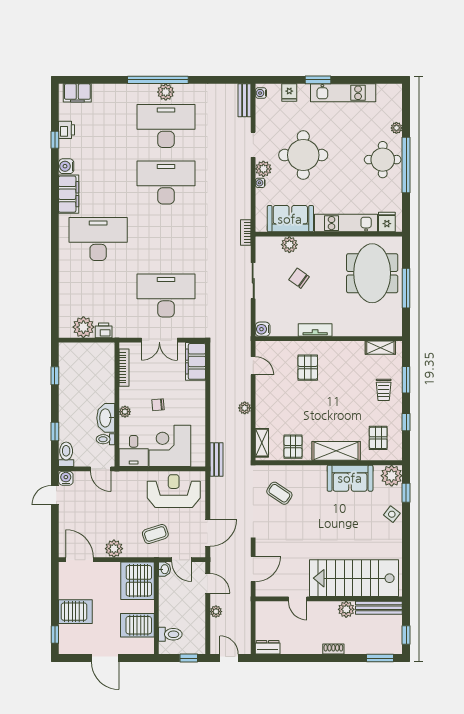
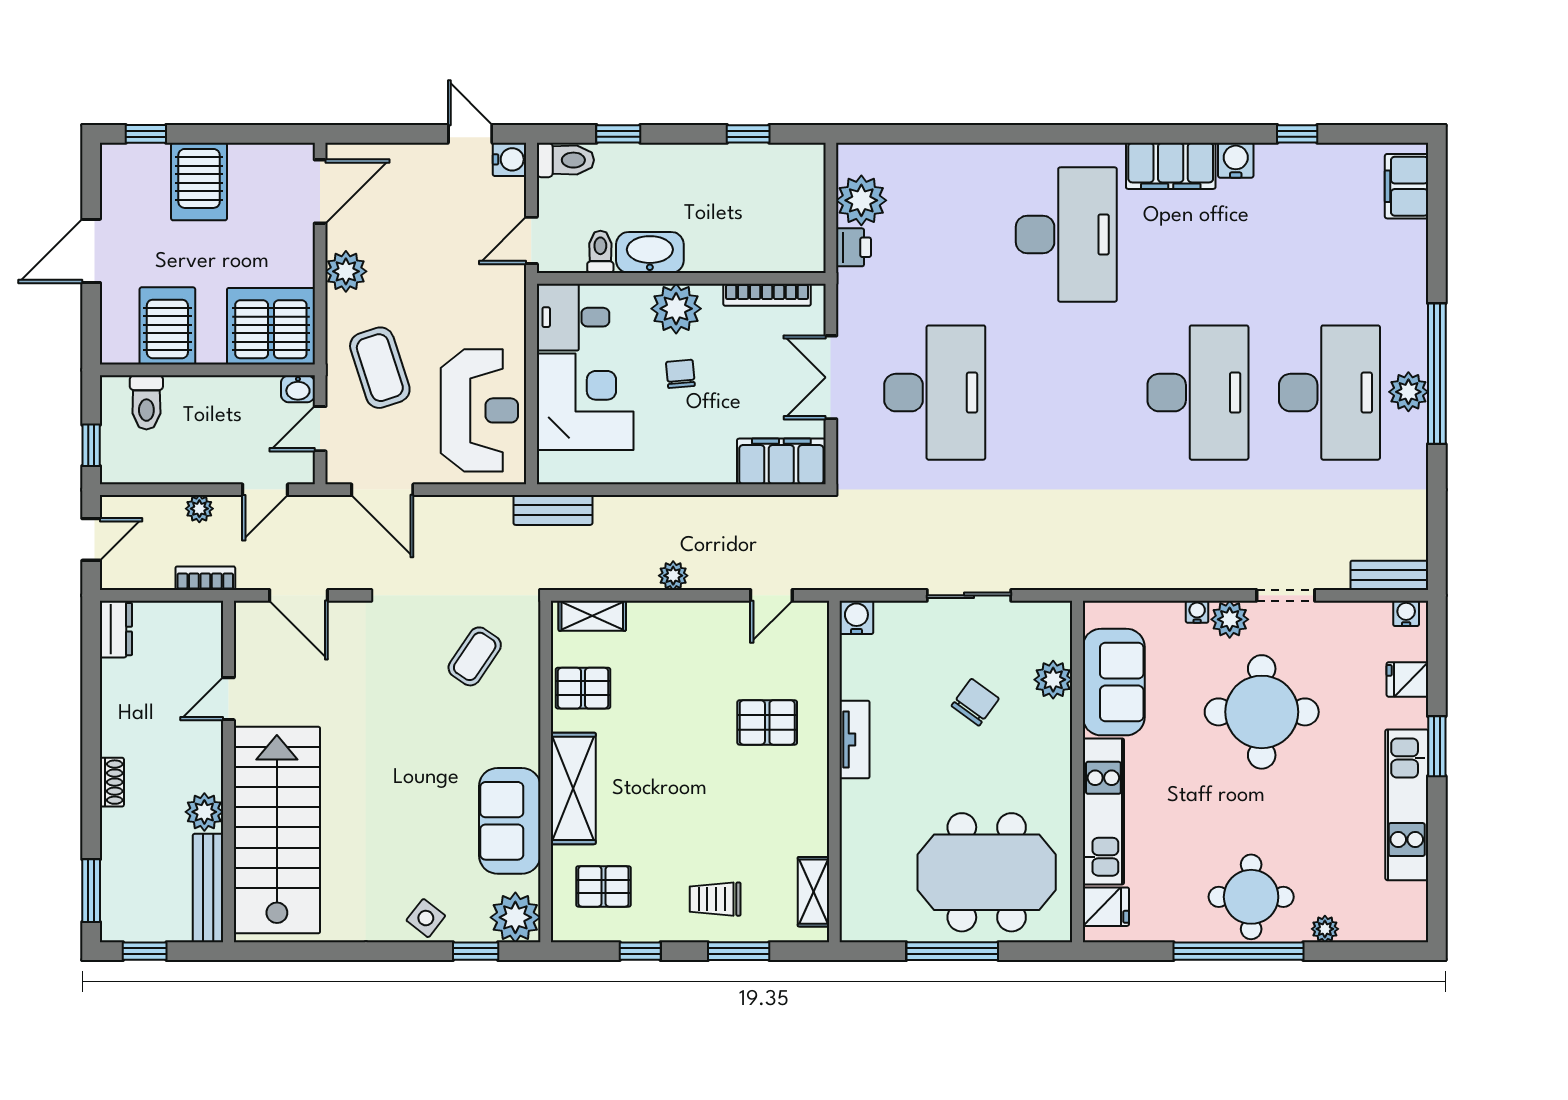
printer: (67, 130) -> (1320, 161), removed
bookcase: (246, 233) -> (205, 578), moved
plant: (125, 412) -> (676, 309), width x1.87, depth x1.87
coffee table: (155, 534) -> (380, 368), width x1.36, depth x1.30

